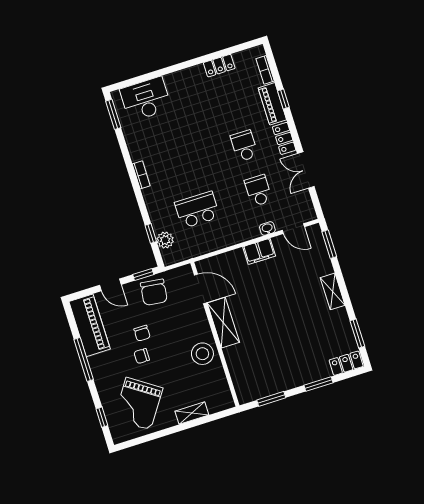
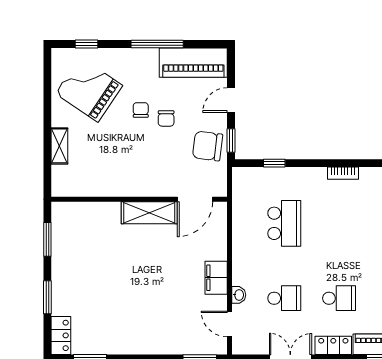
door: (293, 229) -> (230, 324), hinge flipped
plant: (165, 240) -> (262, 177), removed
shelving: (333, 291) -> (146, 346), removed
chair: (142, 333) -> (166, 118), turned -90
stool: (202, 354) -> (122, 179), removed

